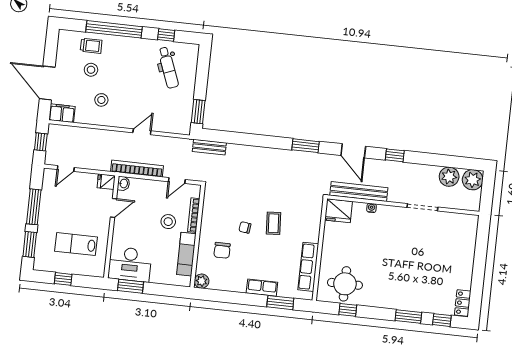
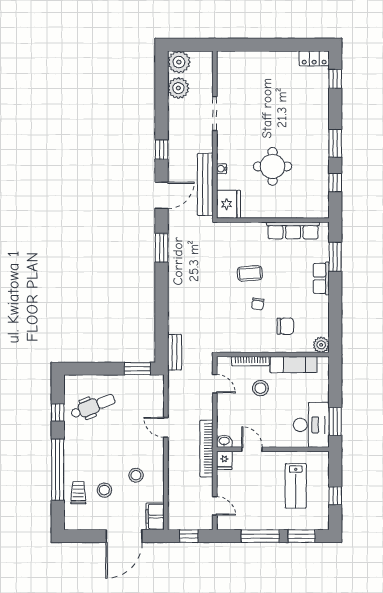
bookcase: (137, 169) -> (206, 449), moved
round table: (345, 284) -> (272, 166), moved
window: (408, 316) -> (335, 143), moved

